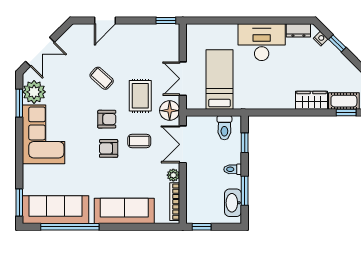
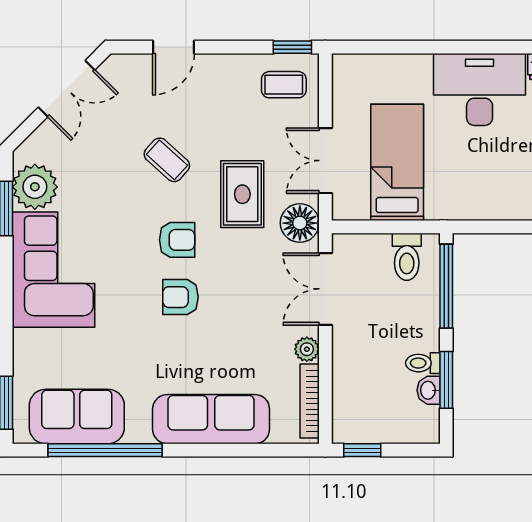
double door: (40, 52) -> (66, 89), moved
coffee table: (139, 141) -> (284, 85), moved
window: (245, 143) -> (446, 286), width x2.17
toilet: (233, 169) -> (423, 363), moved
washbasin: (233, 203) -> (429, 390), width x0.52, depth x0.69
sofa: (55, 210) -> (77, 417), width x0.73

